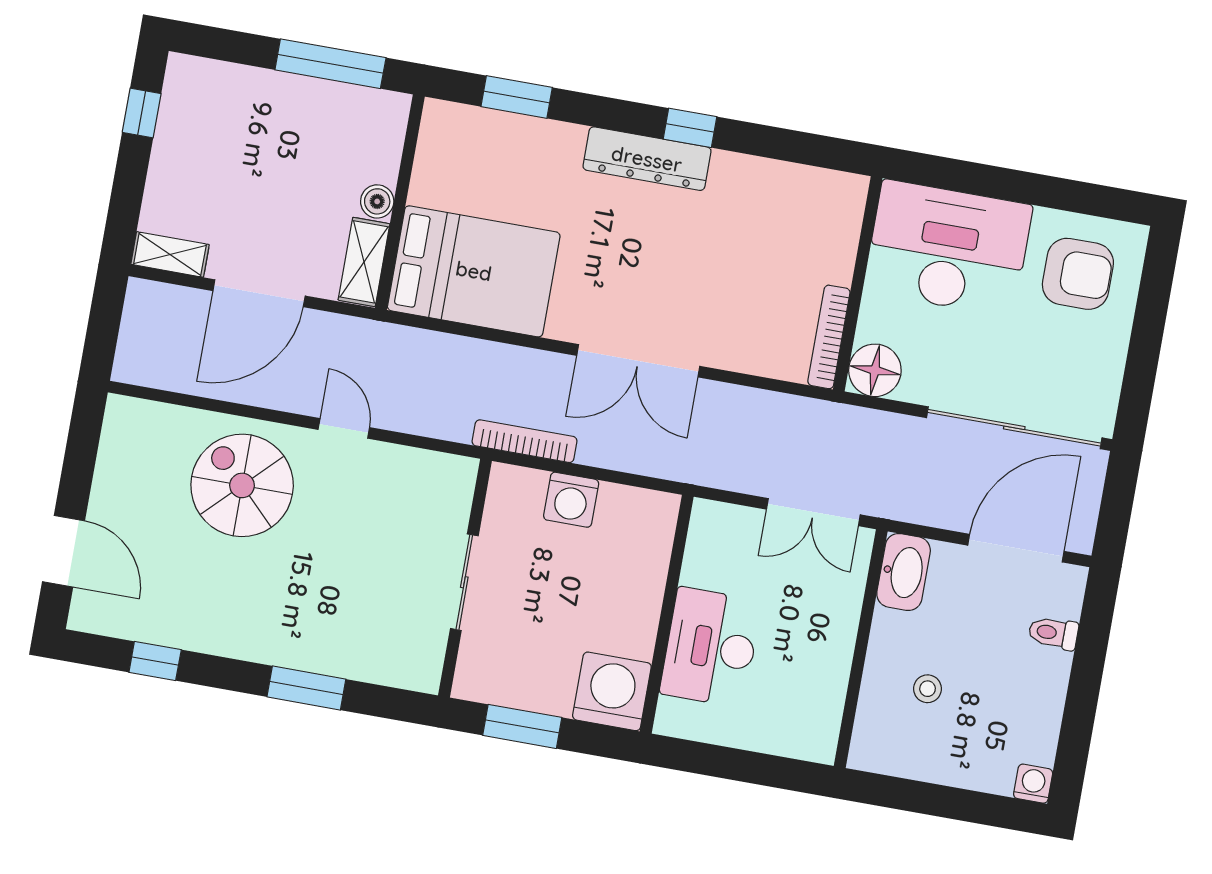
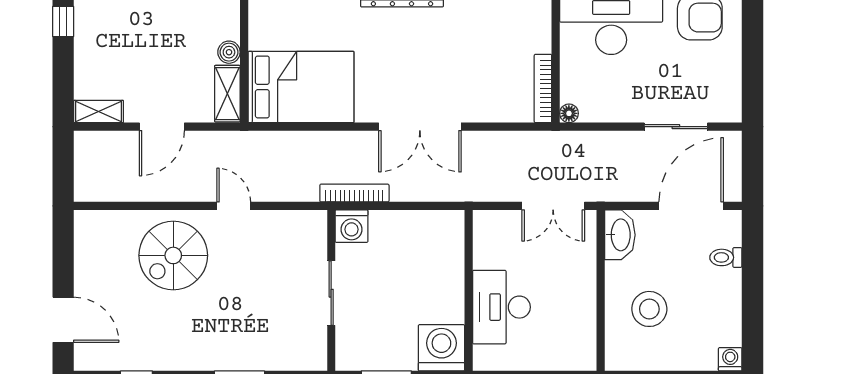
door: (259, 293) -> (162, 127), width x0.73
floor lamp: (875, 370) -> (569, 113), width x0.53, depth x0.53
sliding door: (1014, 428) -> (676, 127), width x0.54
spiral stairs: (242, 485) -> (173, 255), turned -90
washing machine: (571, 500) -> (352, 226), moved
stool: (928, 689) -> (649, 309), width x1.89, depth x1.89

